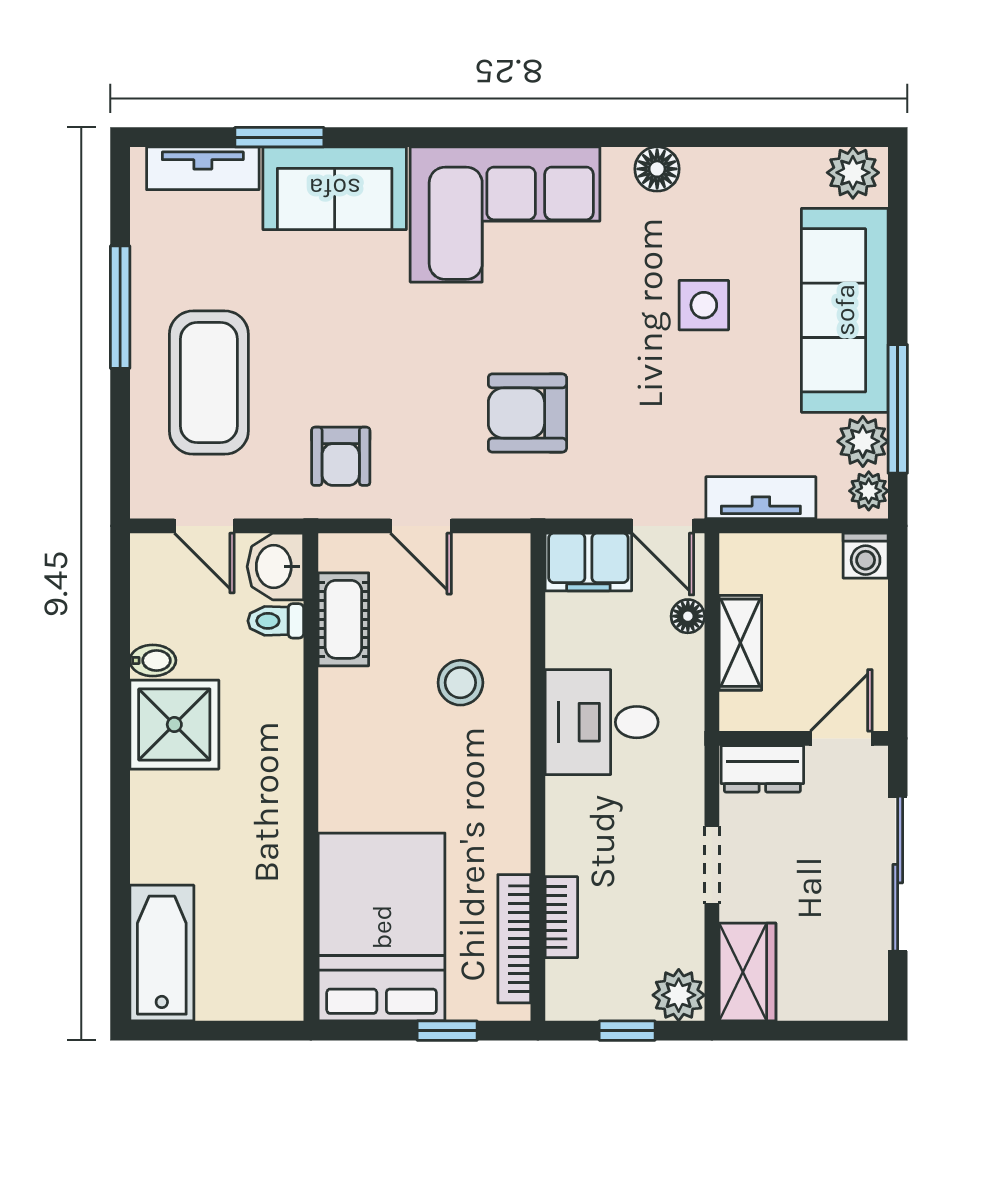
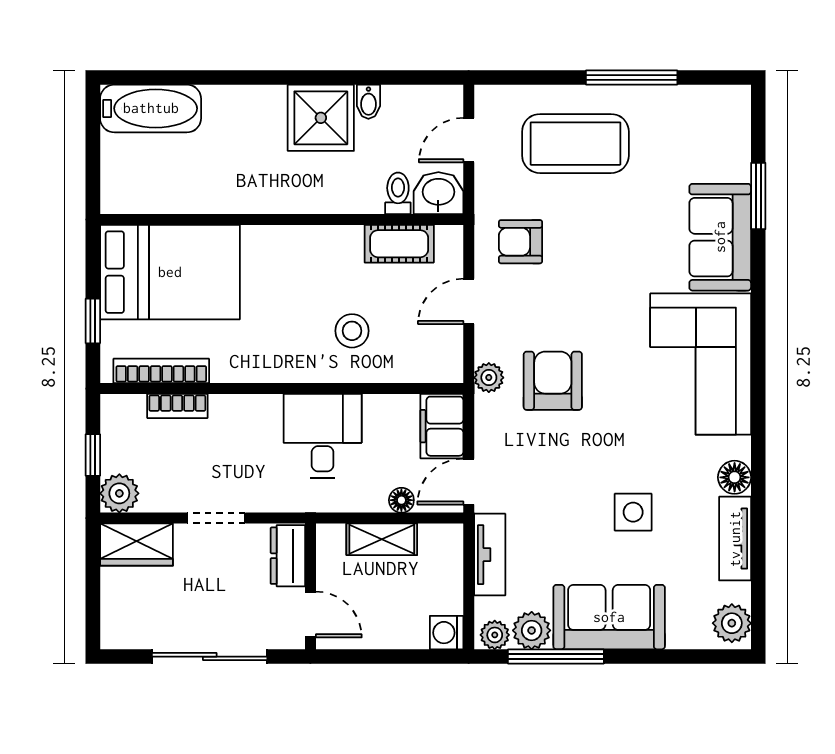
tv unit: (203, 168) -> (735, 539), moved
sofa: (845, 310) -> (609, 617), width x0.73
plant: (523, 499) -> (489, 378), added

